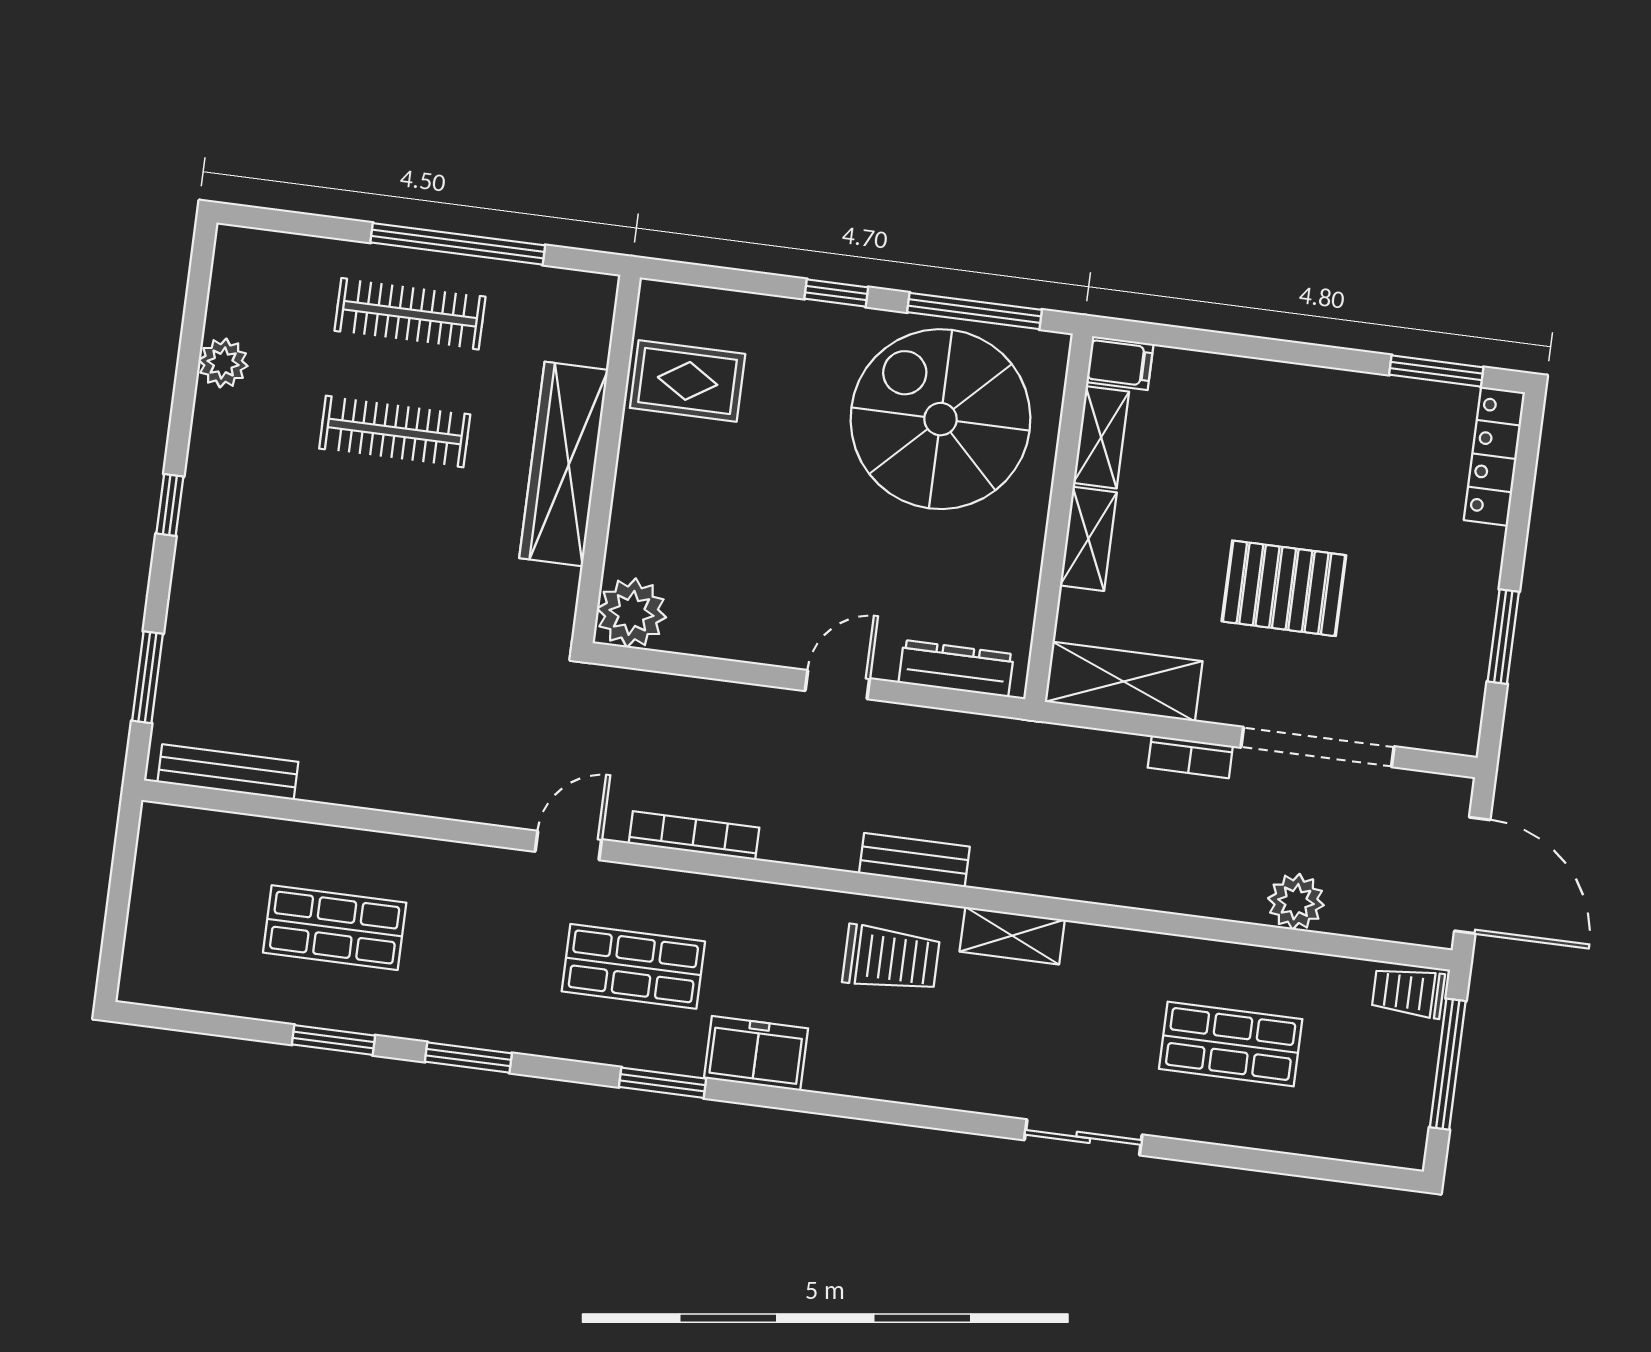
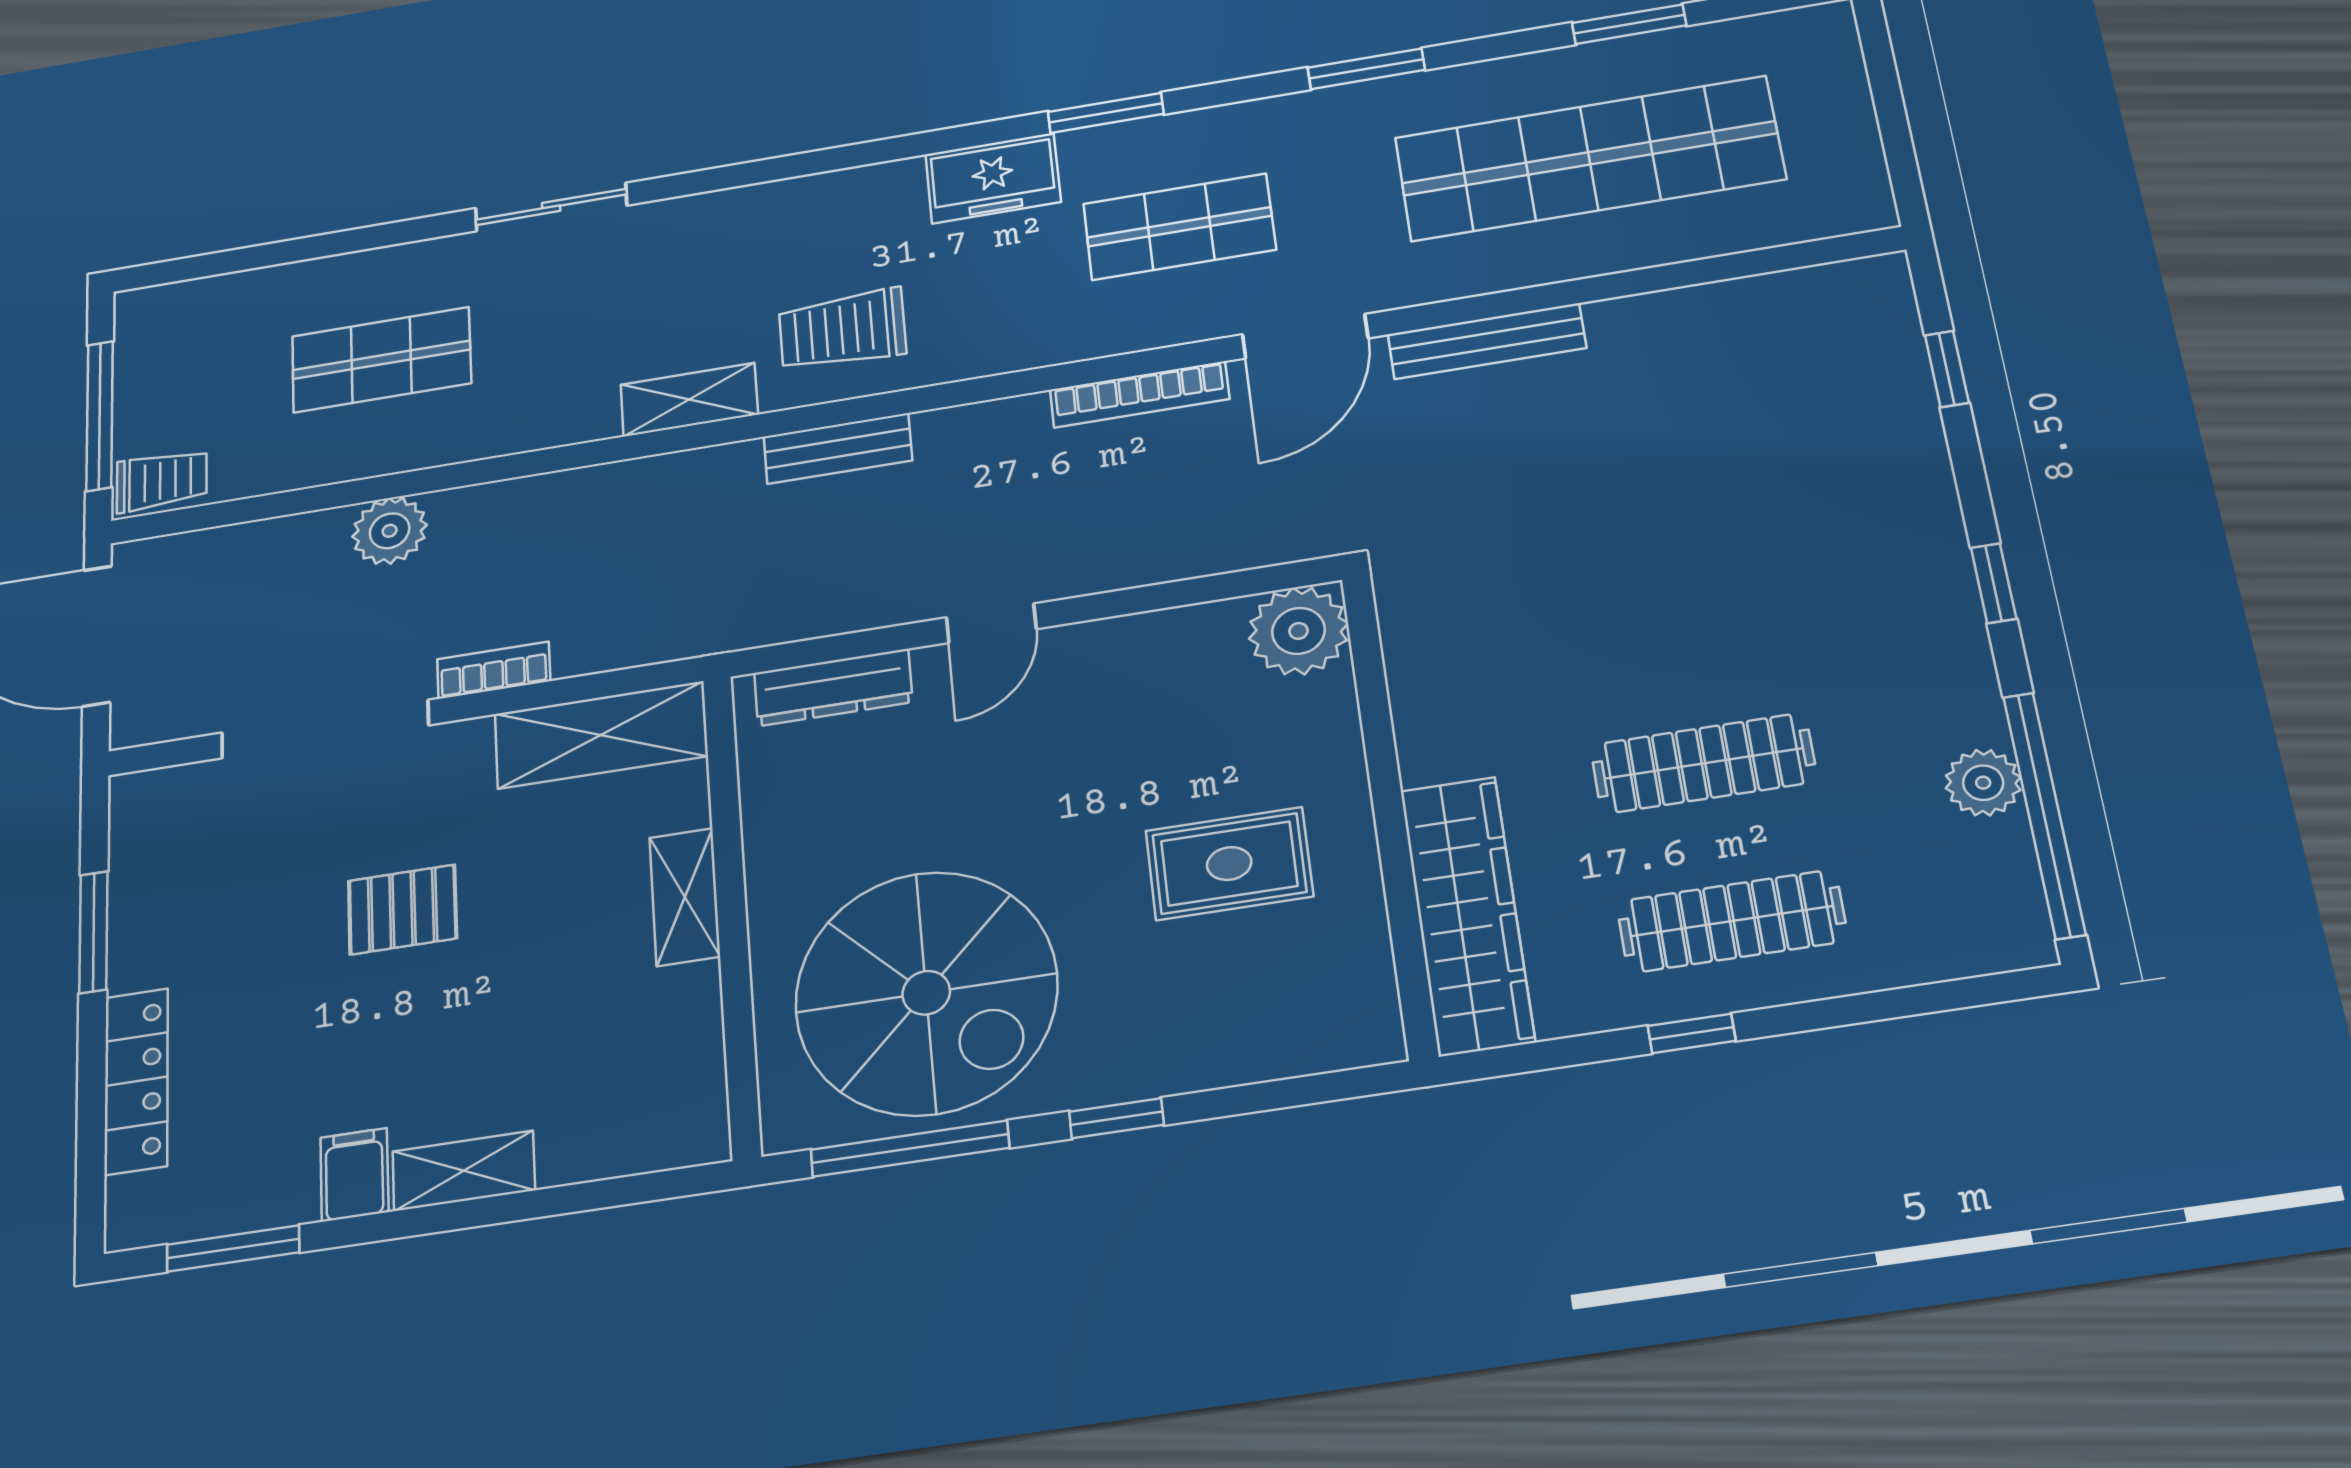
window: (458, 244) -> (1692, 1033), width x0.32
window: (193, 329) -> (2044, 815), added
filing cabinet: (1120, 363) -> (354, 1175), moved, turned 90
rug: (688, 381) -> (1229, 864), moved
shelving: (1101, 437) -> (464, 1171), moved, turned 90
locker: (1494, 456) -> (136, 1081), moved
wardrobe: (564, 464) -> (1467, 915), moved
pallet: (1284, 588) -> (402, 910), width x0.67, depth x0.71
window: (147, 677) -> (1947, 369), width x0.67
bench: (228, 772) -> (1487, 341), moved
door: (568, 845) -> (1305, 336), width x1.38
plant: (1296, 902) -> (390, 531), moved
shop shelf: (335, 928) -> (1589, 158), width x2.00, depth x1.36
window: (334, 1040) -> (1629, 24), moved

